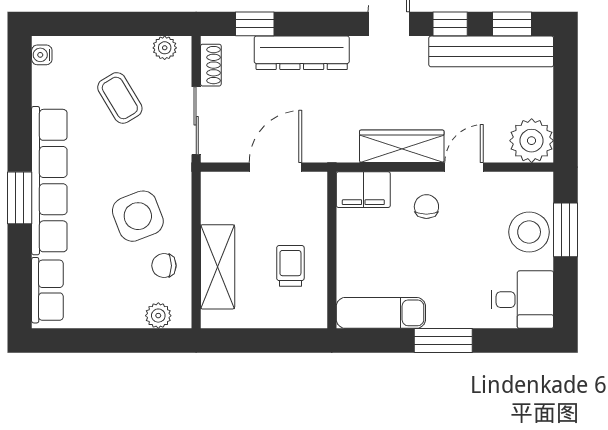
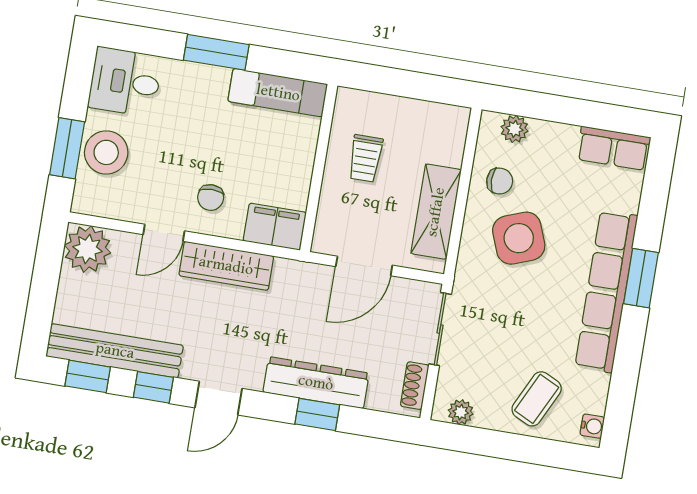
window: (255, 24) -> (317, 414), moved
coffee table: (120, 98) -> (537, 399), moved, turned 57
shelving: (218, 267) -> (436, 212), moved
row of seats: (47, 290) -> (613, 148), moved, turned -90

